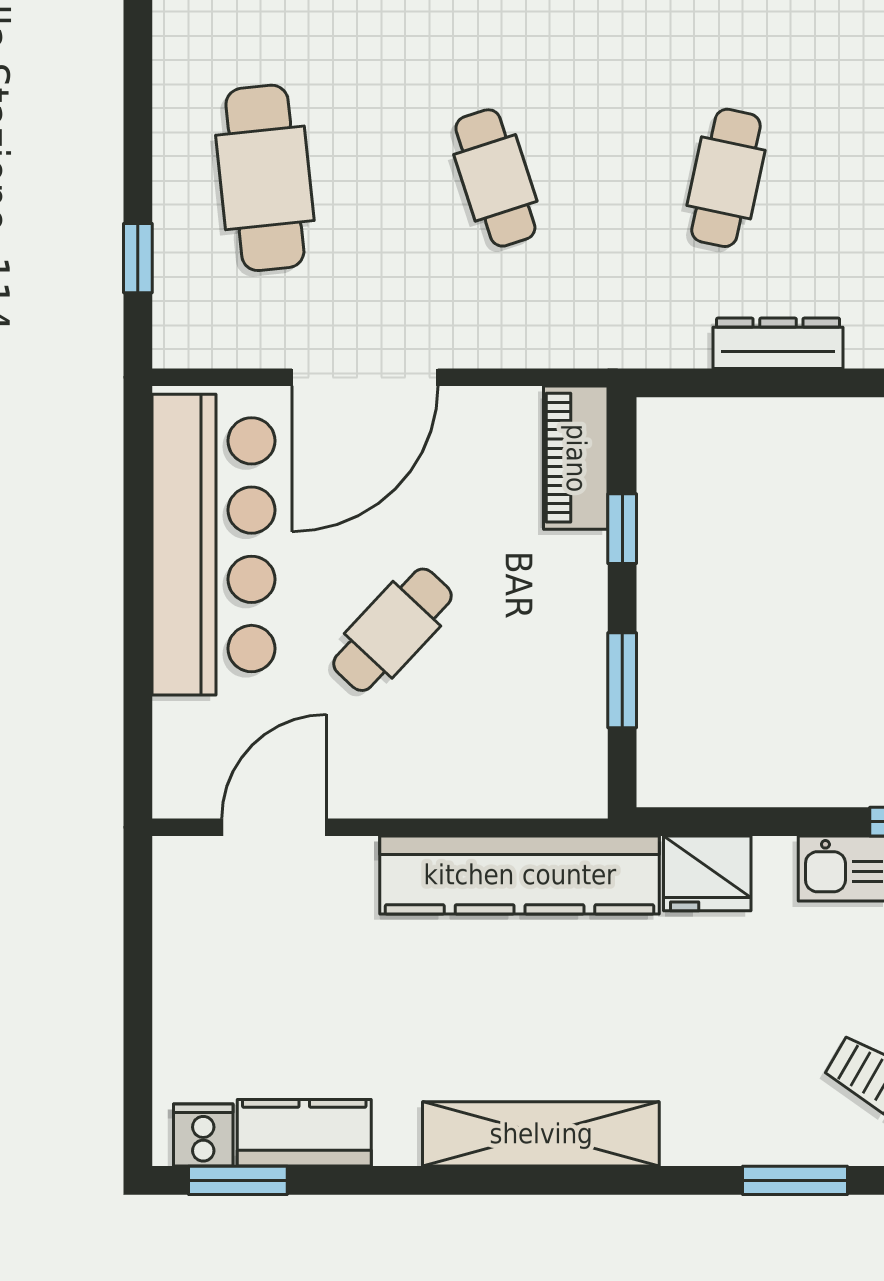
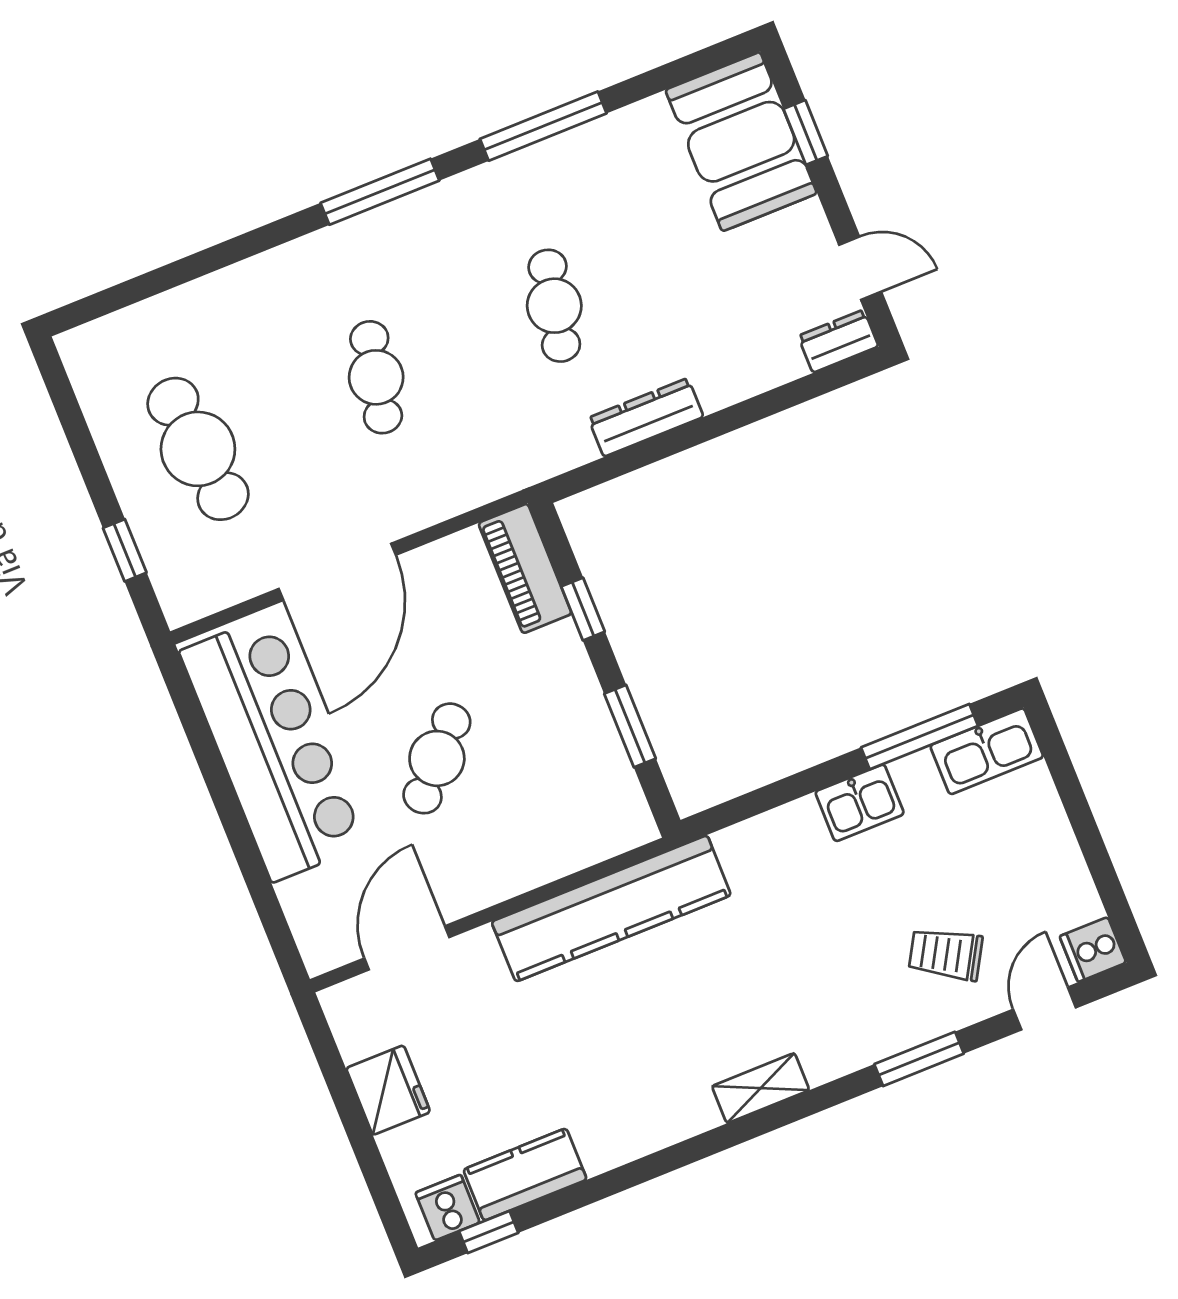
cafe table: (495, 178) -> (376, 377), turned 30
fridge: (707, 873) -> (388, 1090), moved, turned -90
shelving: (541, 1134) -> (761, 1088), width x0.45, depth x0.75
window: (238, 1180) -> (489, 1232), width x0.67

